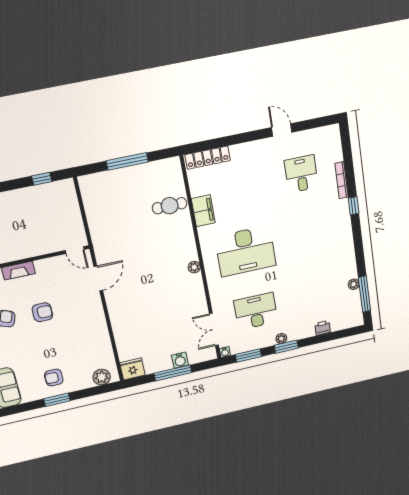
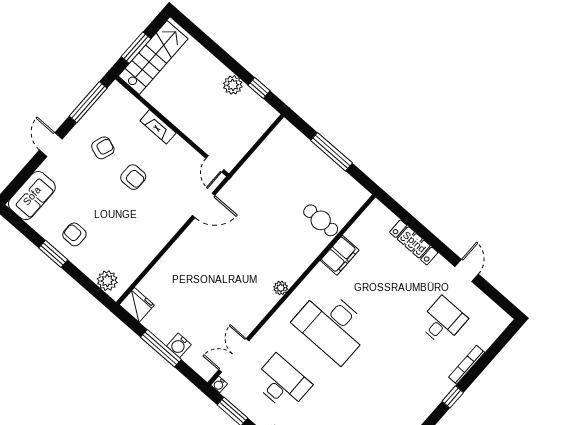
locker: (208, 158) -> (414, 242), moved
plant: (26, 196) -> (233, 85), added

